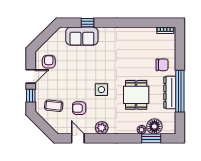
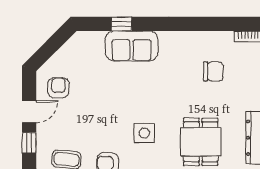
sofa: (82, 36) -> (131, 46), moved
chair: (162, 65) -> (213, 71), moved

